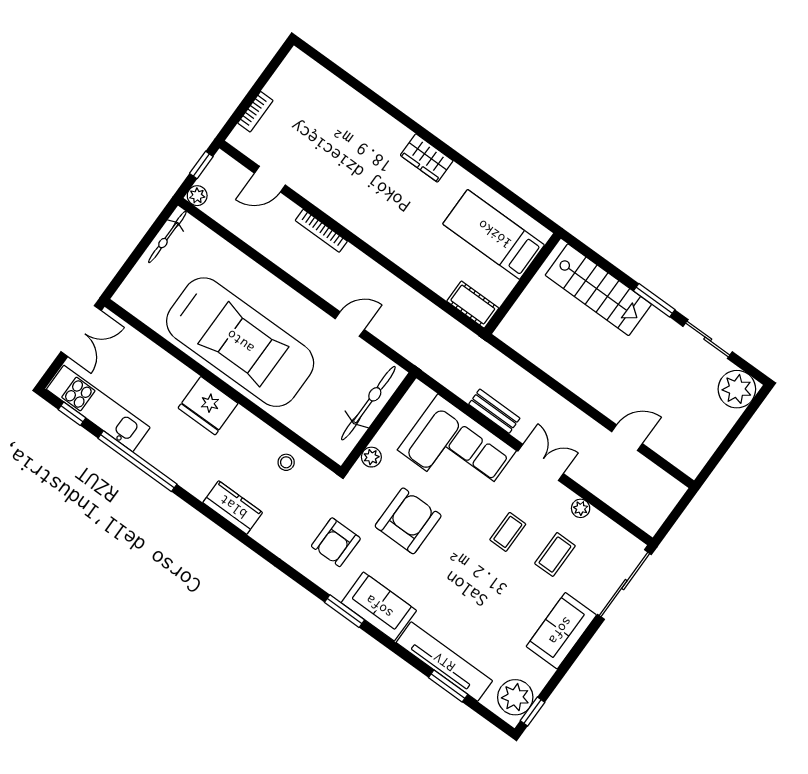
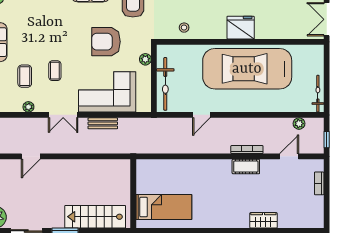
wardrobe: (427, 158) -> (263, 220), moved
plant: (197, 196) -> (299, 124), moved
cot: (473, 305) -> (246, 167), moved
armchair: (408, 521) -> (106, 42), turned 90

